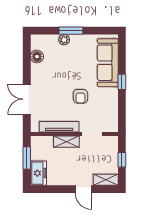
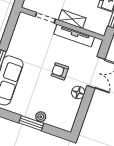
floor lamp: (37, 57) -> (78, 92), moved
armchair: (81, 96) -> (60, 71), moved, turned -90

